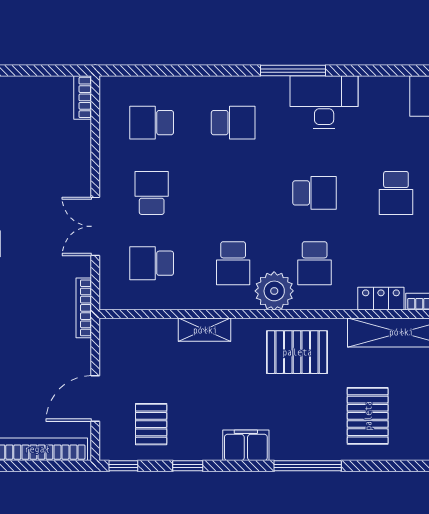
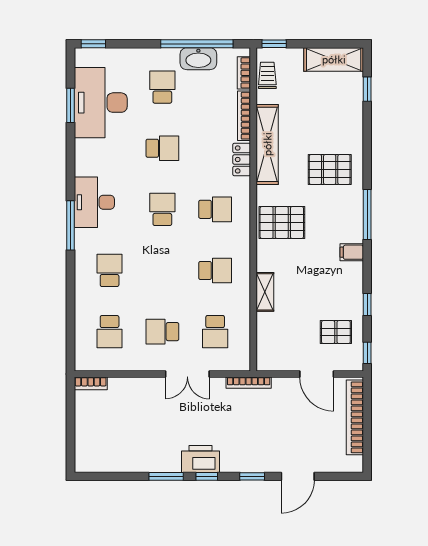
plant: (274, 291) -> (236, 240), removed
pallet: (297, 352) -> (282, 223), turned 90
filing cabinet: (246, 445) -> (352, 252), width x0.50

